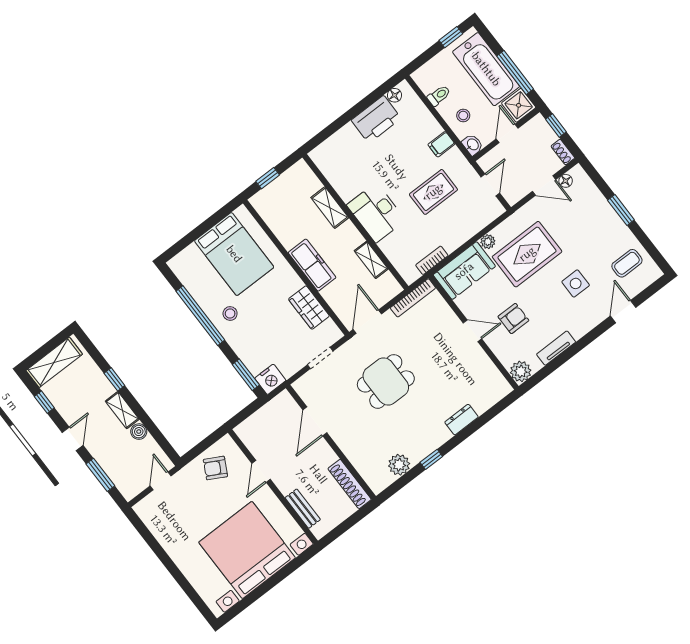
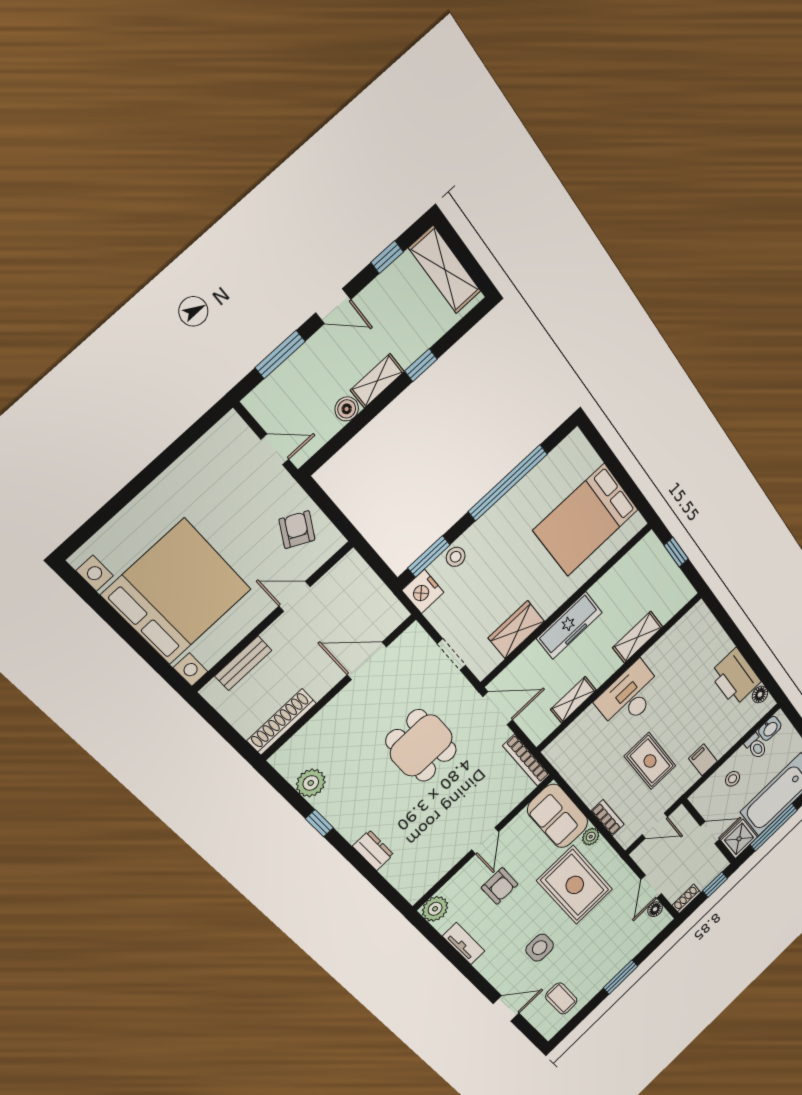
washbasin: (473, 145) -> (770, 728), moved
bookcase: (432, 260) -> (608, 818), moved
stool: (230, 314) -> (456, 557), moved

